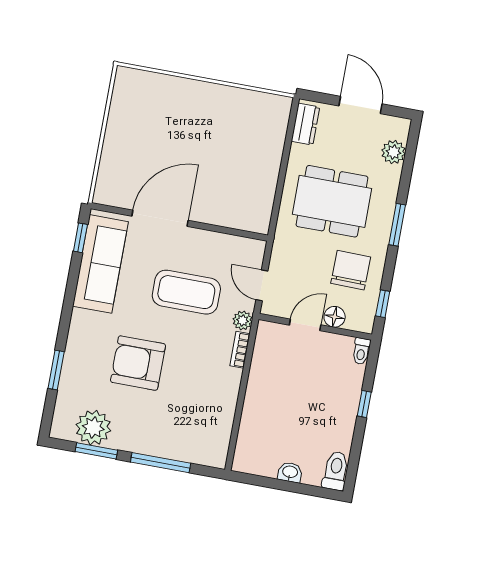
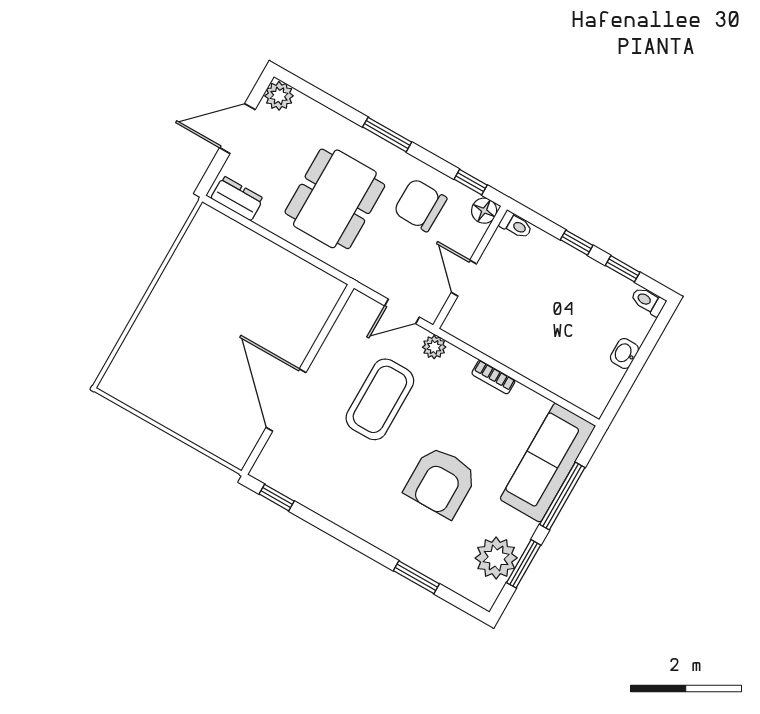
plant: (394, 152) -> (279, 96), moved
sofa: (100, 264) -> (548, 463), moved, turned -90
floor lamp: (335, 317) -> (484, 211), moved
bookcase: (240, 350) -> (493, 377), moved
window: (356, 447) -> (623, 269), added
toilet: (336, 471) -> (648, 301), width x0.73, depth x0.72

